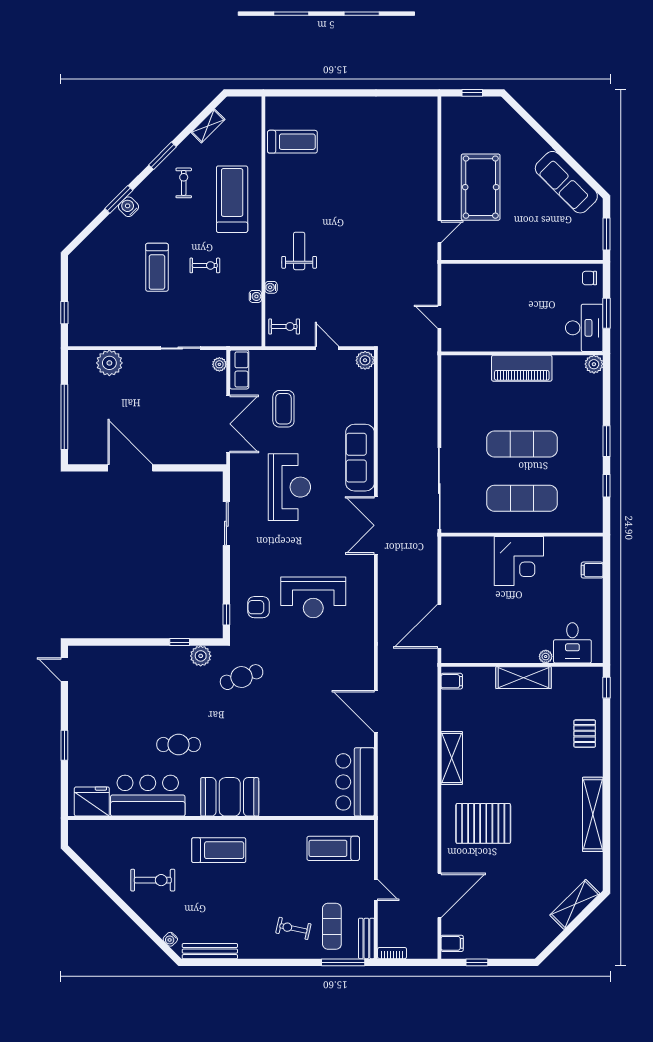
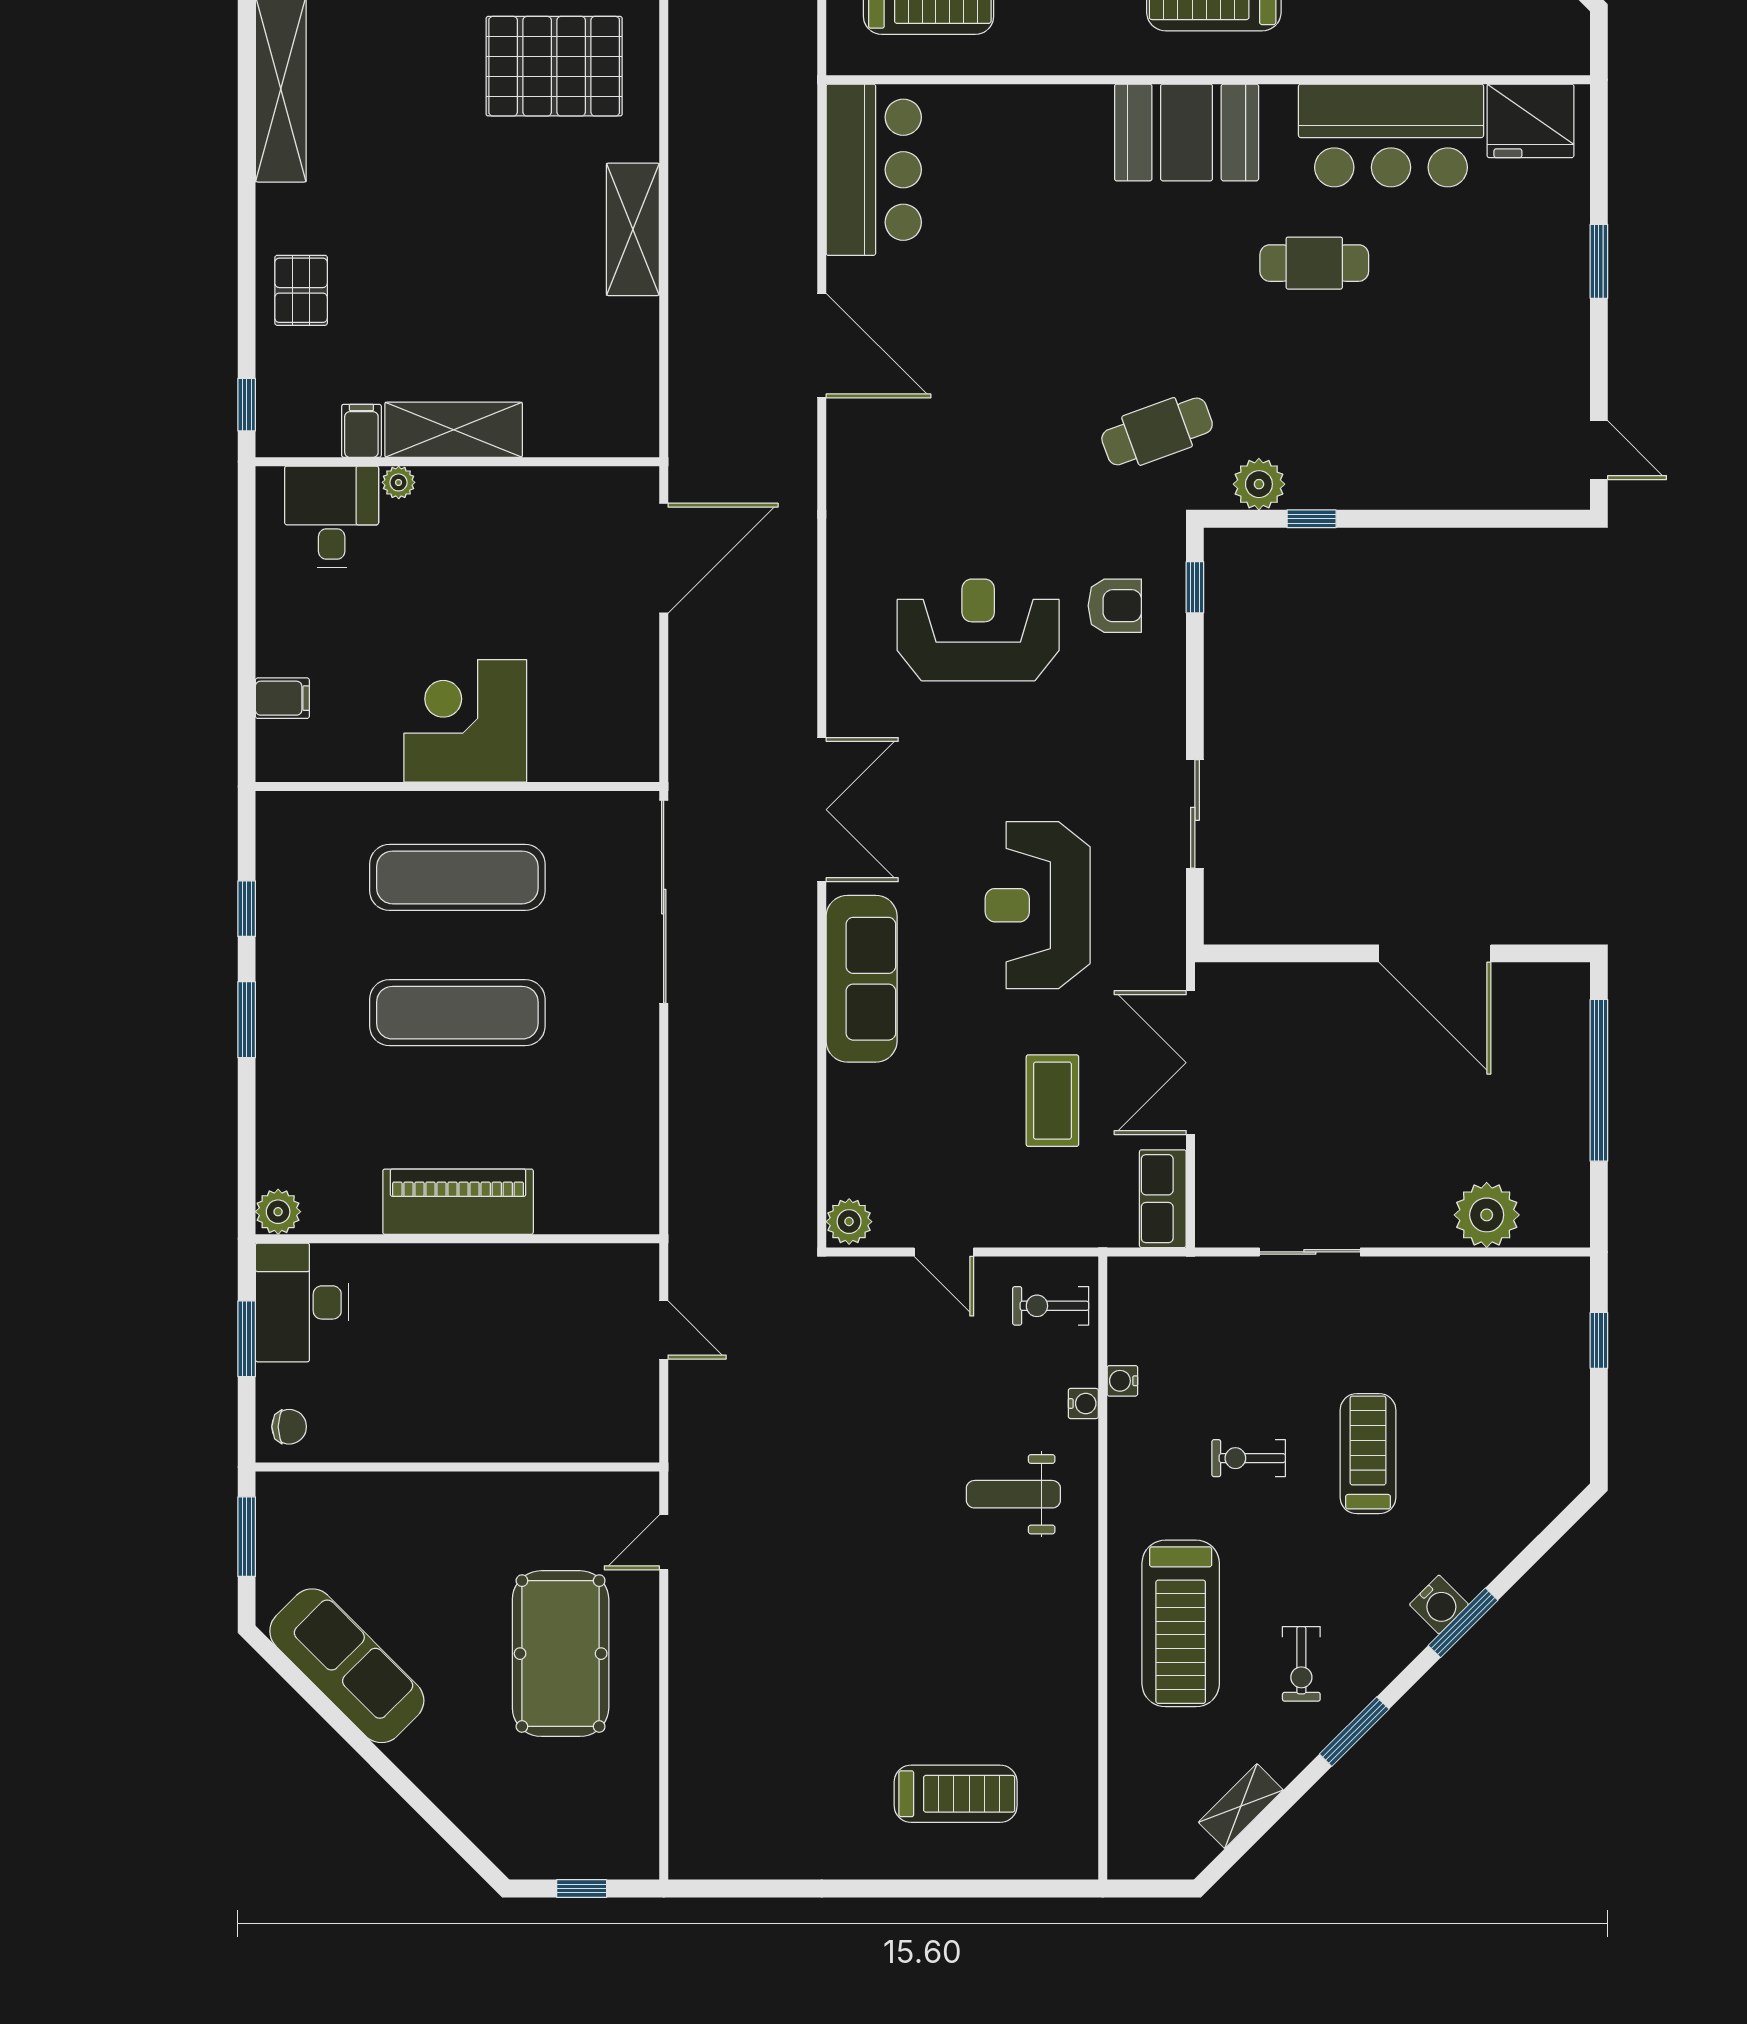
treadmill: (292, 142) -> (956, 1794), moved, turned 180
weight bench: (299, 251) -> (1013, 1494), turned 90
plant: (219, 364) -> (1212, 1211), removed
filing cabinet: (452, 681) -> (361, 431), moved, turned 90

